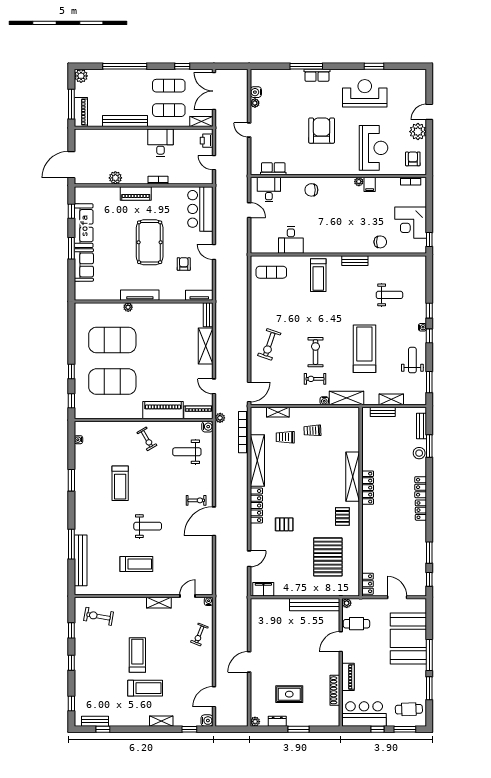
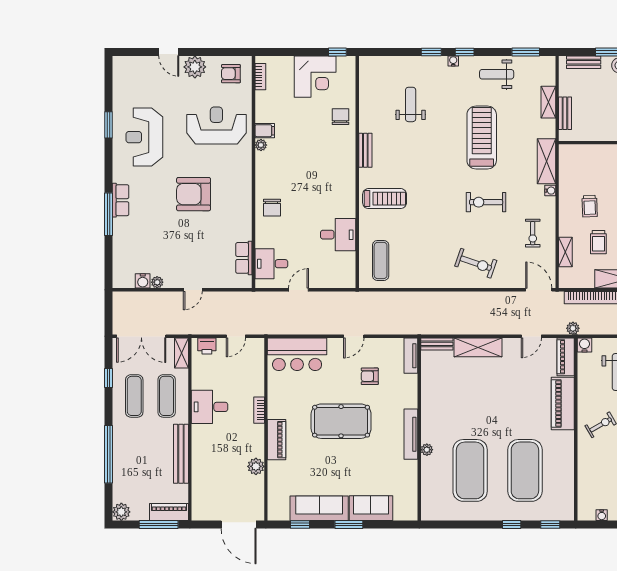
treadmill: (364, 349) -> (482, 137), turned 90
exercise bike: (315, 379) -> (533, 233), moved

